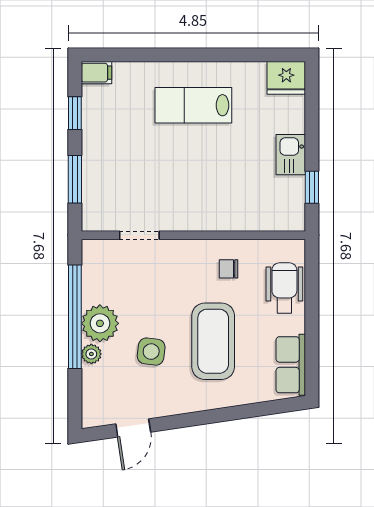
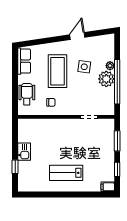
fridge: (286, 78) -> (26, 185), removed
lab bench: (193, 105) -> (66, 173), turned 180
window: (312, 187) -> (15, 167), moved
wheelchair: (284, 288) -> (27, 94), turned 180
door: (133, 428) -> (77, 36), moved

